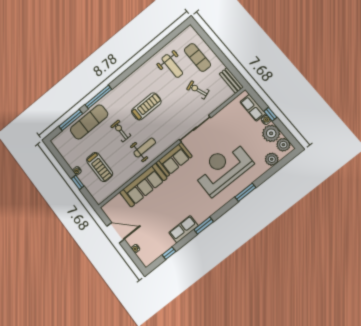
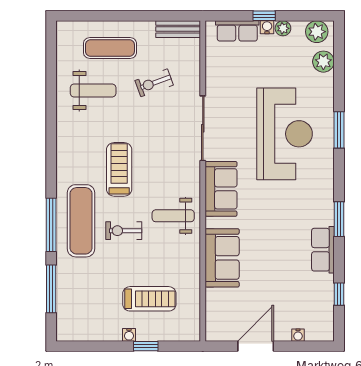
exercise mat: (89, 122) -> (81, 221), moved
plant: (271, 133) -> (283, 28), width x0.53, depth x0.53
weight bench: (145, 148) -> (173, 216), turned -90
reception desk: (223, 168) -> (285, 134), turned 180
sofa: (143, 185) -> (222, 258), width x0.73

